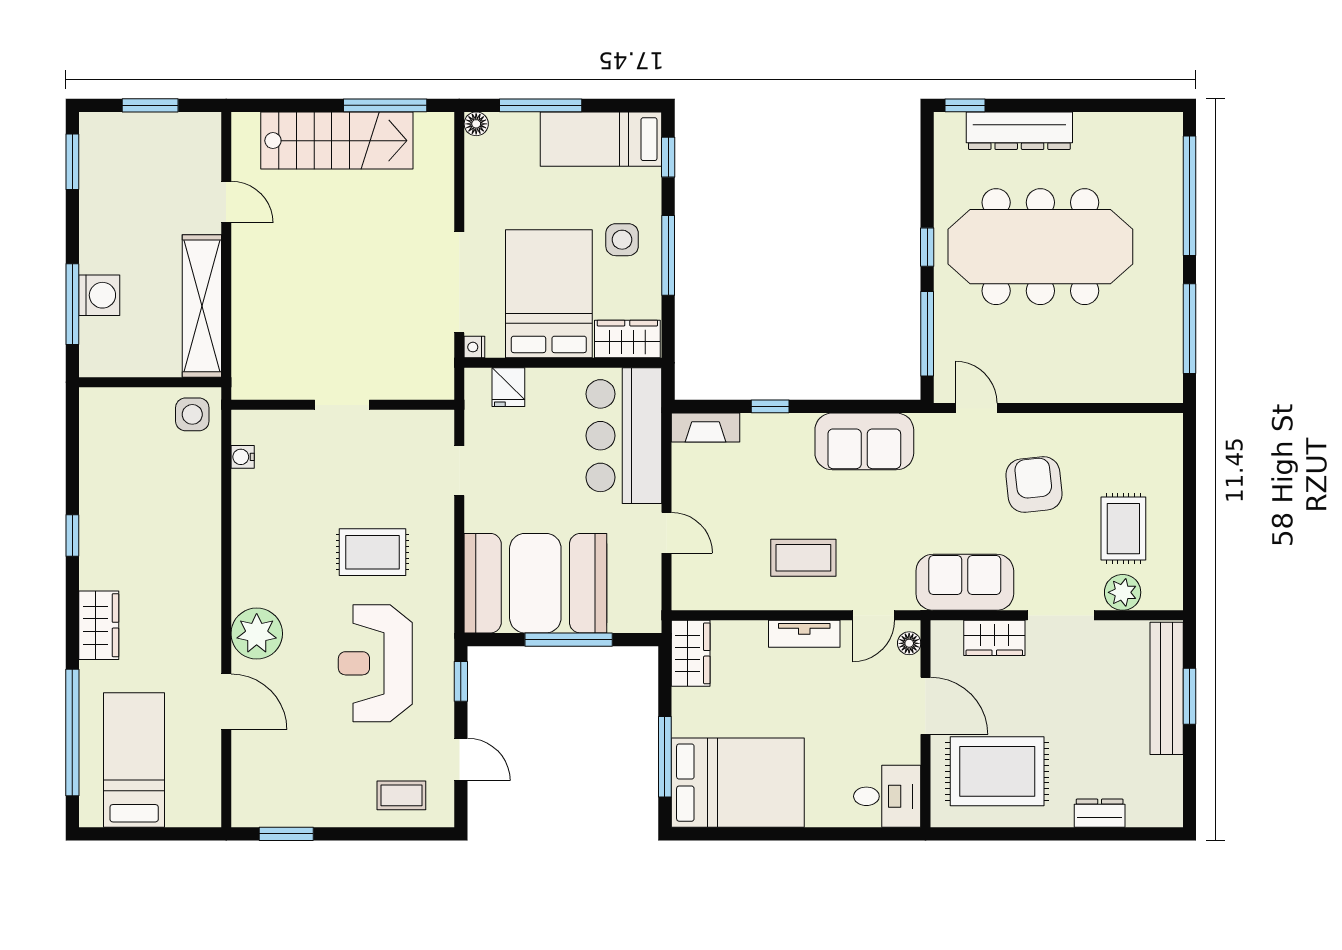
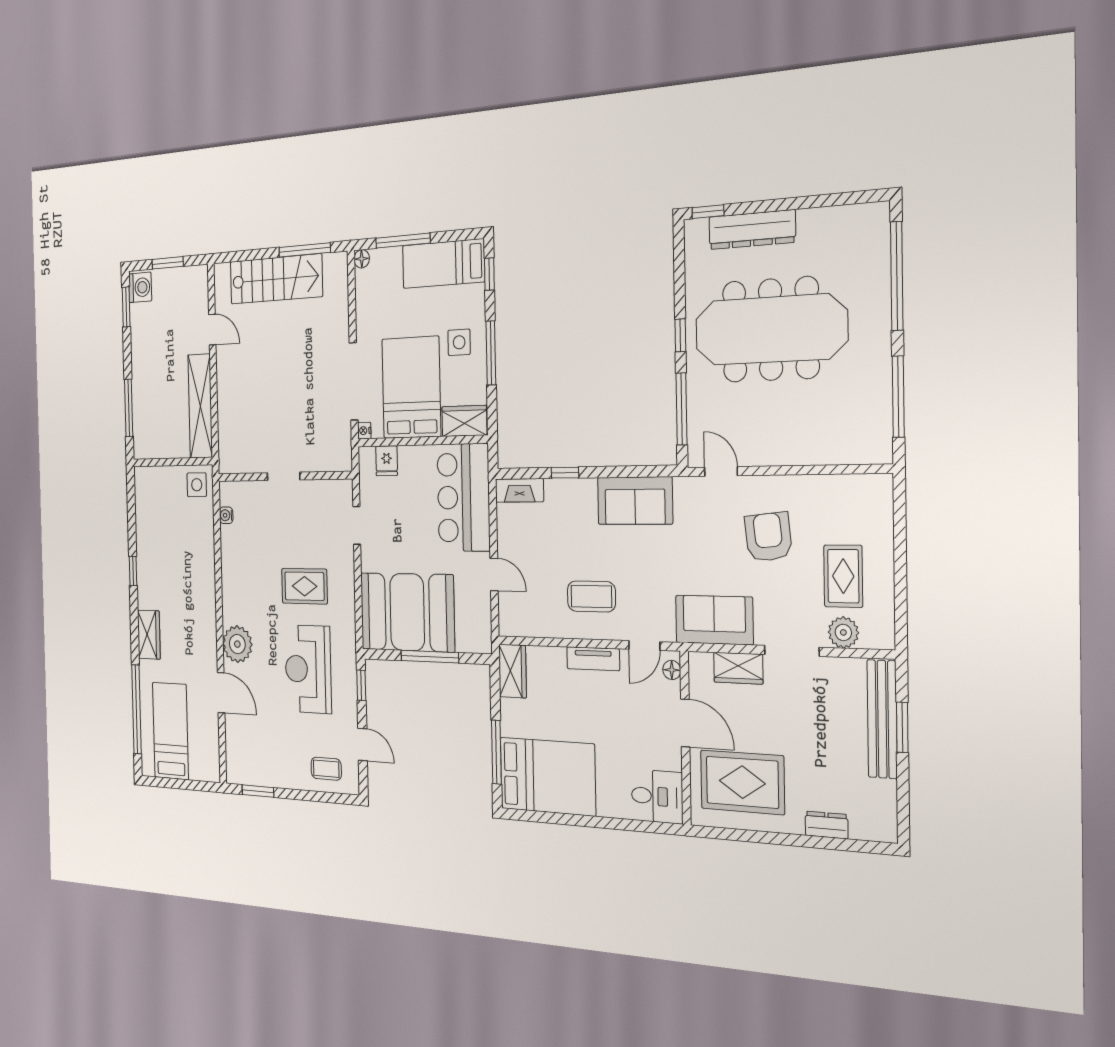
washing machine: (99, 295) -> (140, 287), moved

